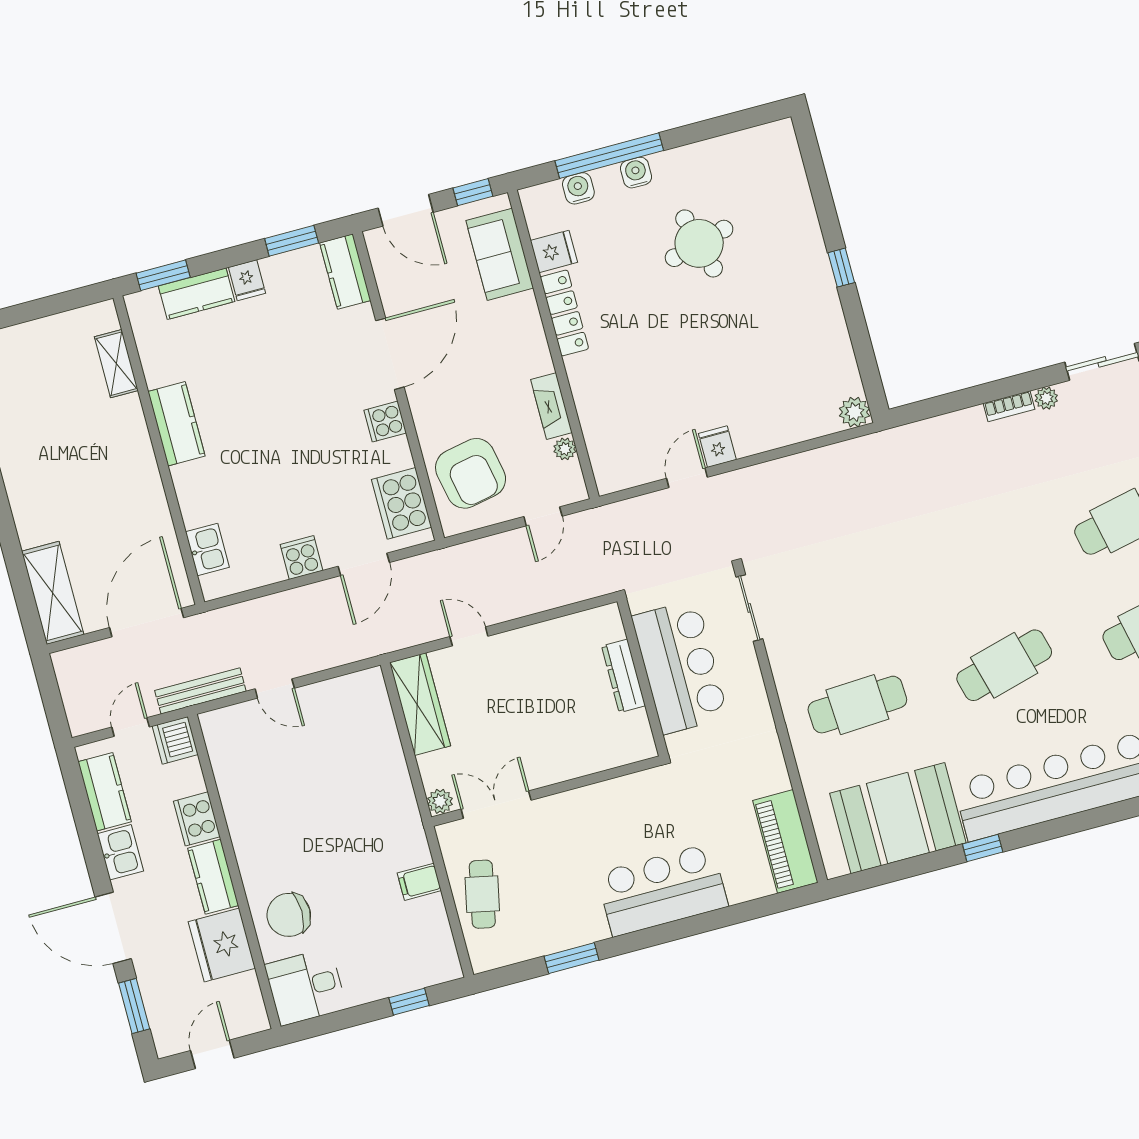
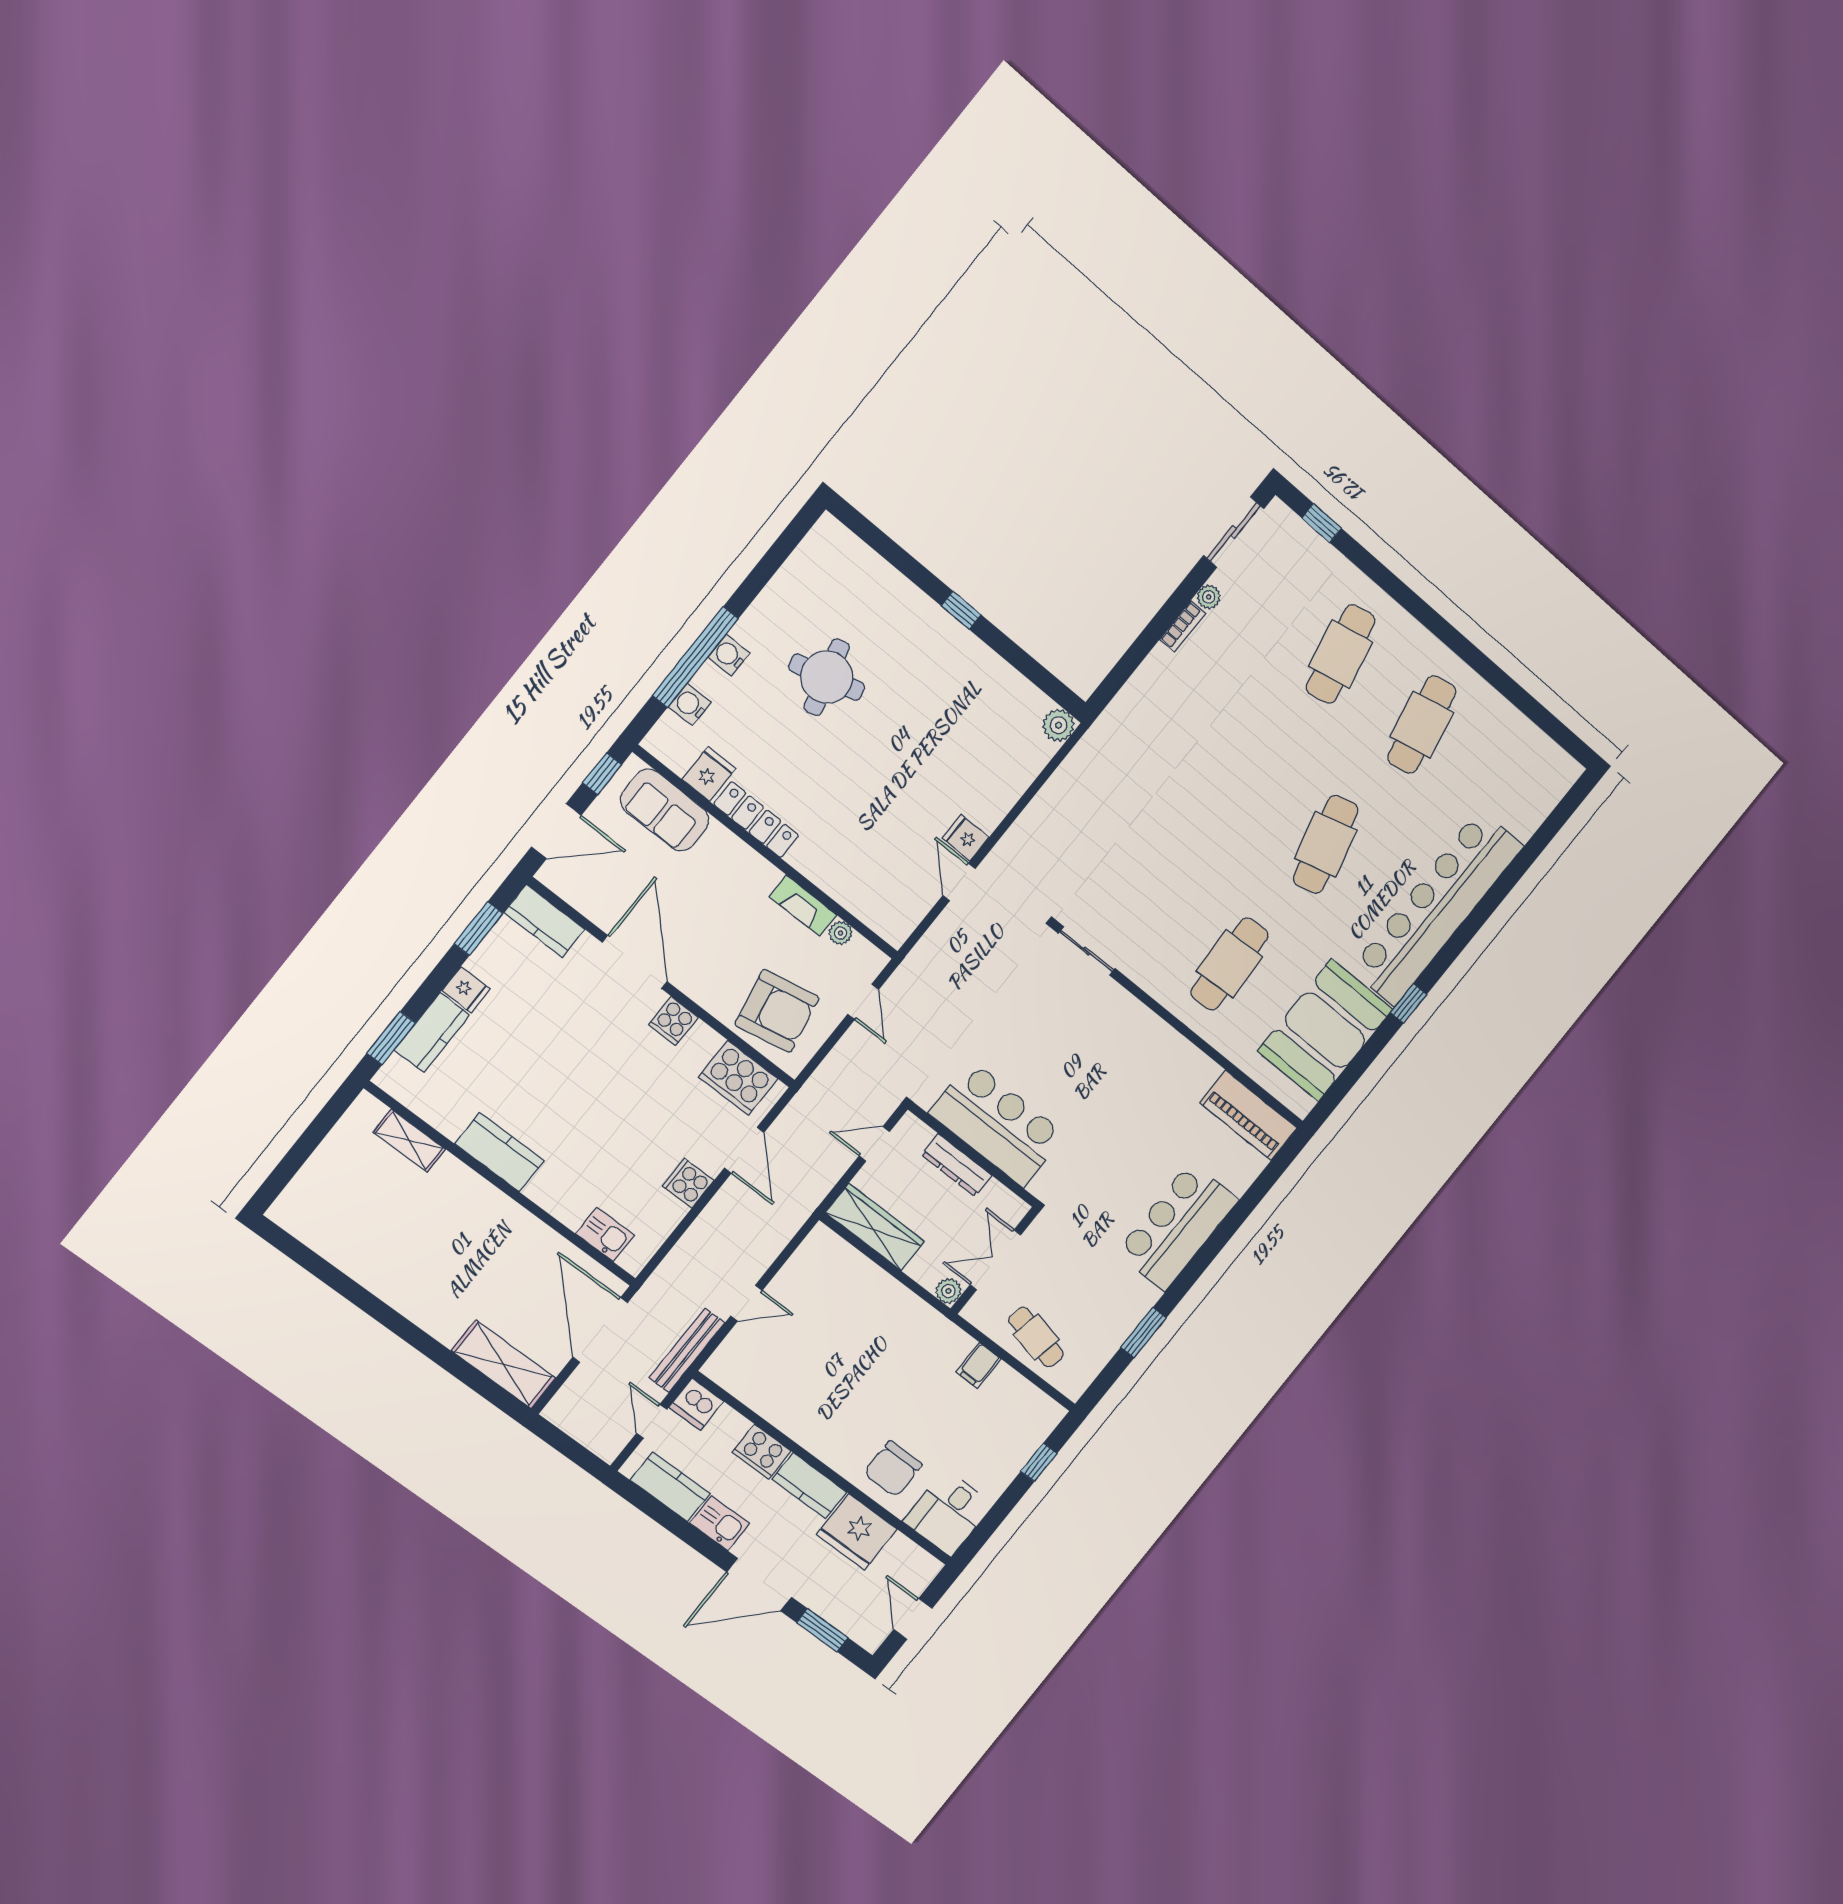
bar counter: (680, 667) -> (997, 1124), moved
dresser: (623, 676) -> (957, 1165), moved
wall: (643, 678) -> (973, 1155), moved

